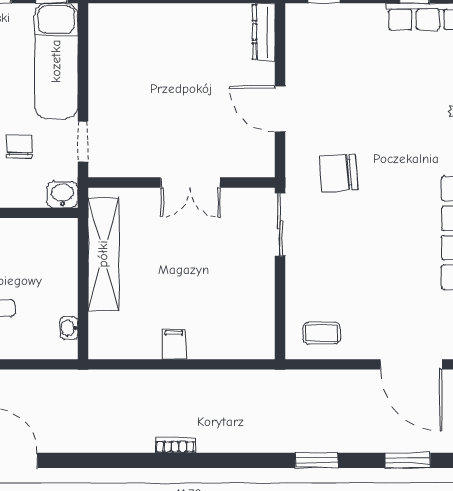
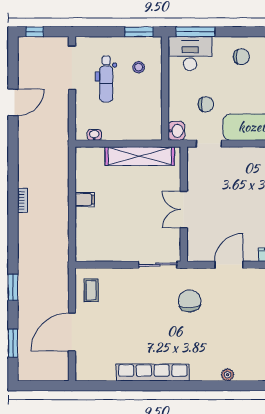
door: (411, 364) -> (72, 332), moved

